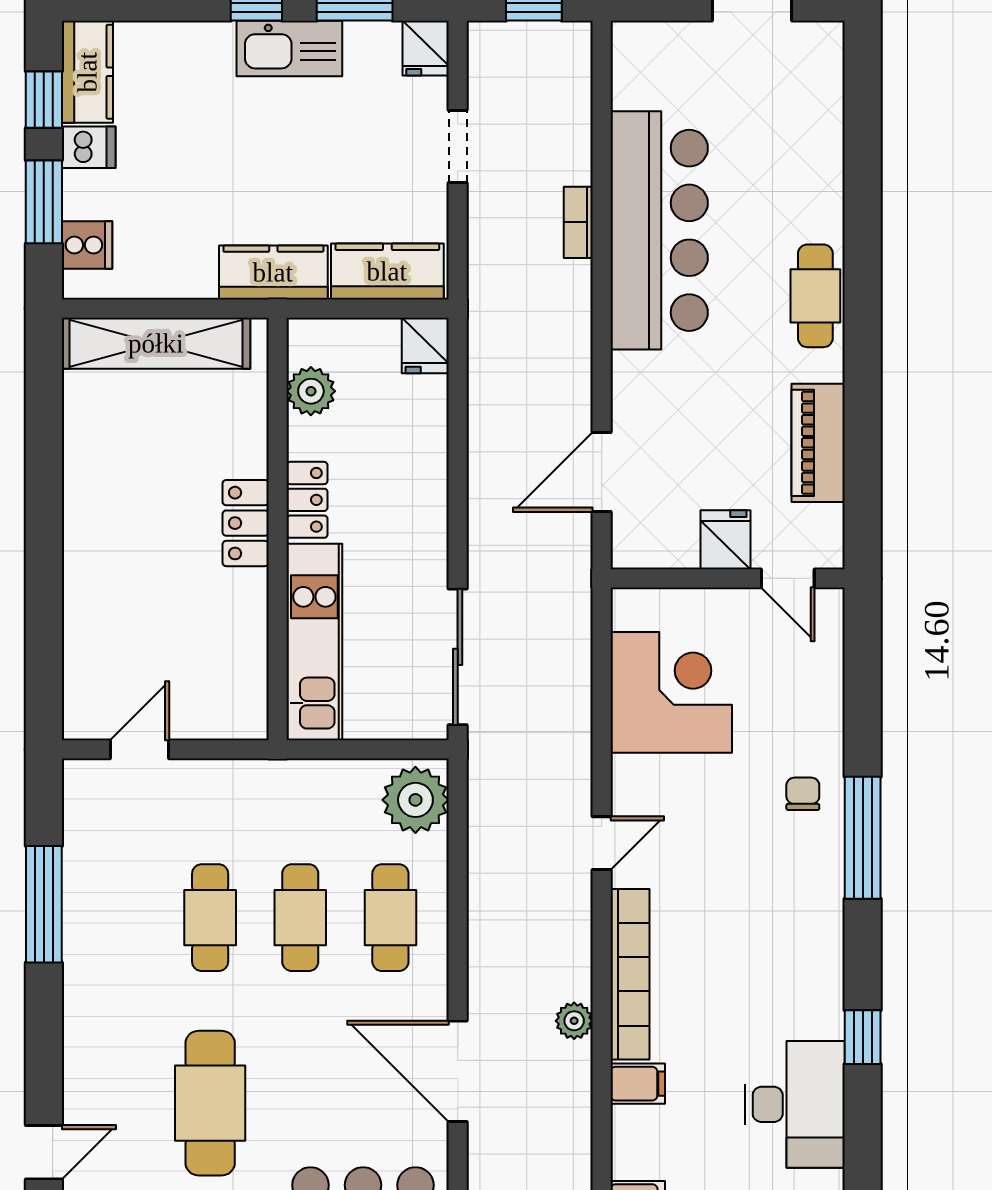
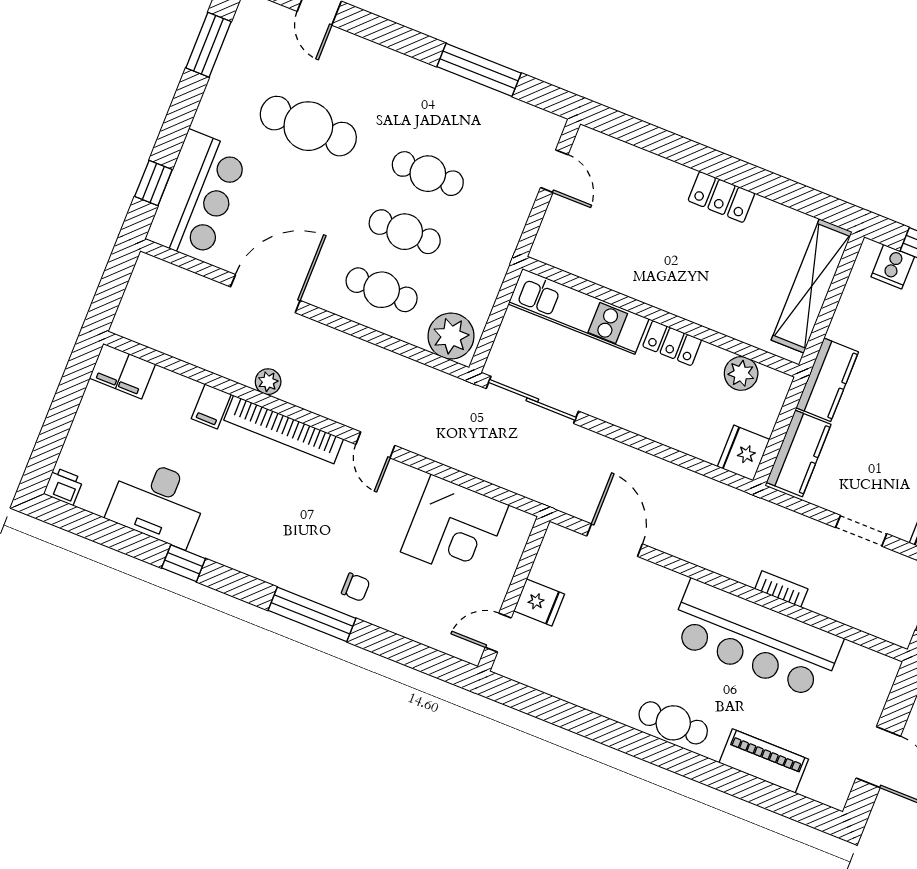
fridge: (425, 345) -> (744, 453), width x1.38
piano: (818, 443) -> (764, 761), moved
locker: (246, 523) -> (721, 197), moved, turned 180

